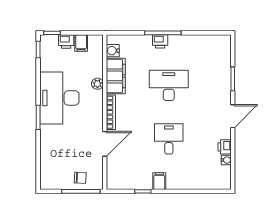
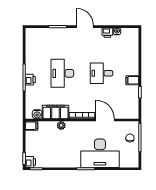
printer: (66, 41) -> (30, 162), moved
filing cabinet: (81, 43) -> (31, 126), moved
desk: (59, 98) -> (100, 153), moved

